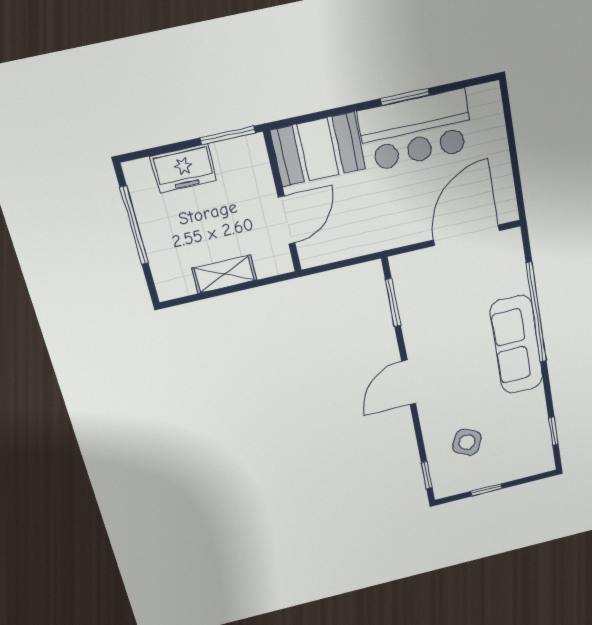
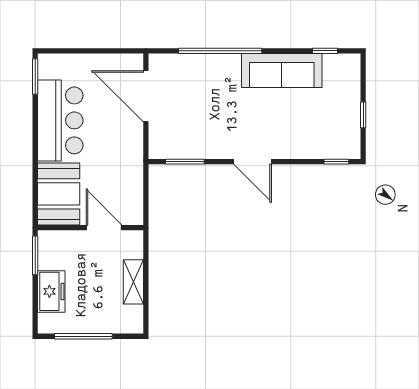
window: (405, 97) -> (35, 76), moved
sofa: (517, 345) -> (282, 71), moved
side table: (467, 442) -> (316, 124), removed

